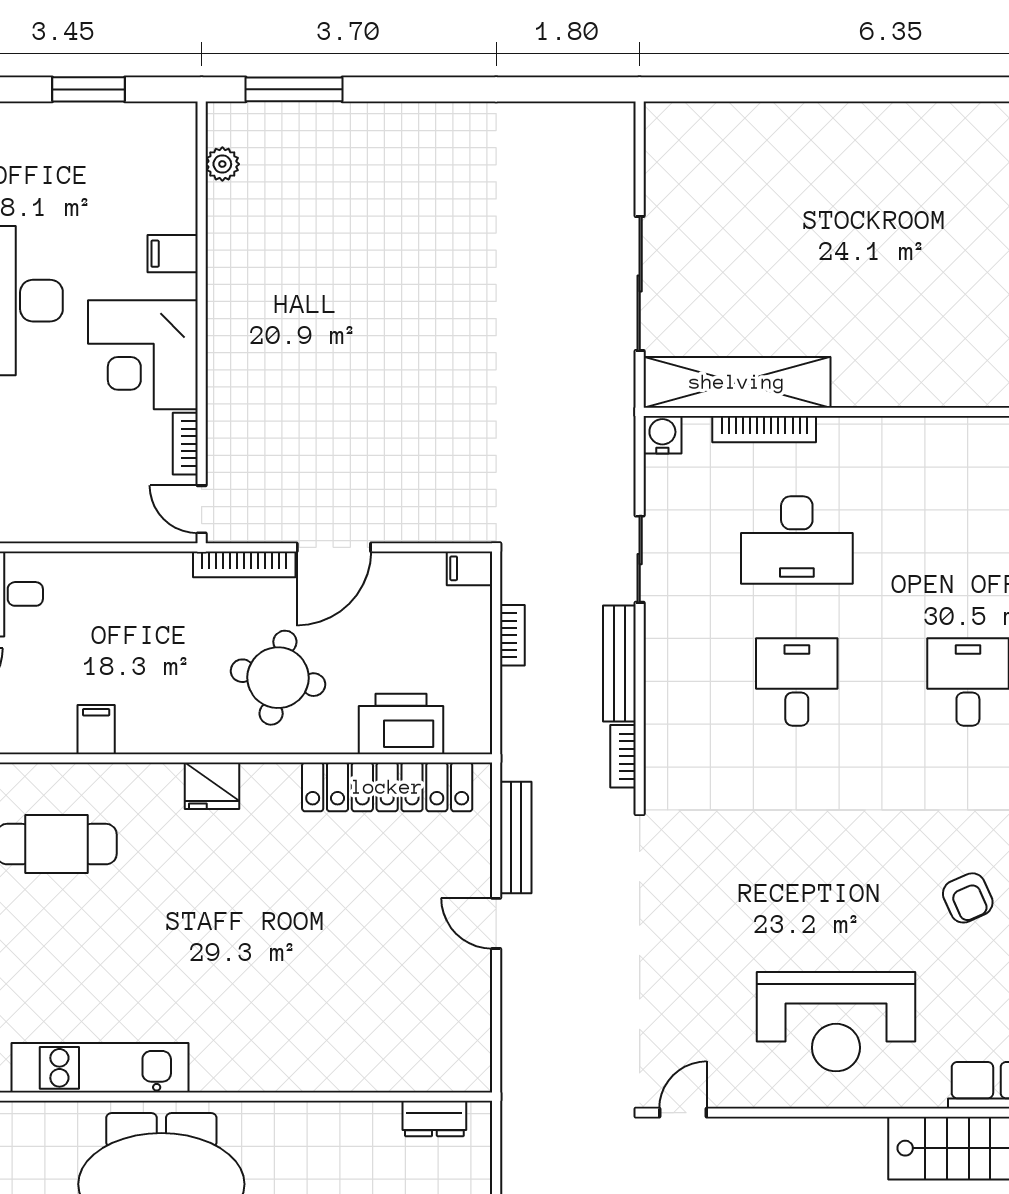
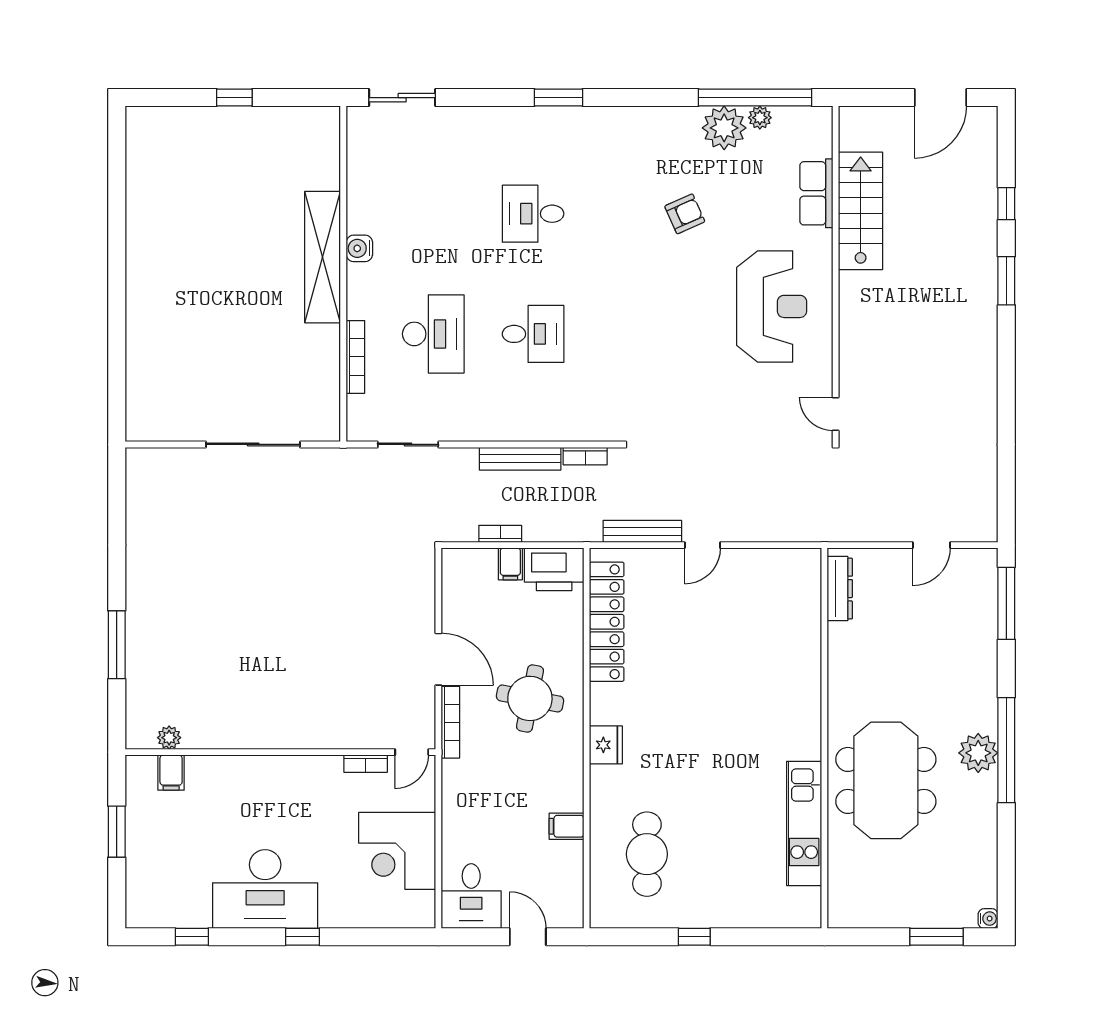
window: (294, 89) -> (117, 645), moved
filing cabinet: (173, 254) -> (171, 773), moved
corner desk: (143, 355) -> (397, 851), moved, turned 90
shelving: (737, 382) -> (323, 257), moved
water cooler: (662, 435) -> (359, 248), moved
sliding door: (640, 559) -> (408, 444), moved
filing cabinet: (470, 568) -> (510, 564), moved
desk: (797, 682) -> (533, 334), turned 180
printer: (401, 724) -> (554, 569), moved, turned -90
dresser: (434, 1119) -> (840, 589), width x1.44

